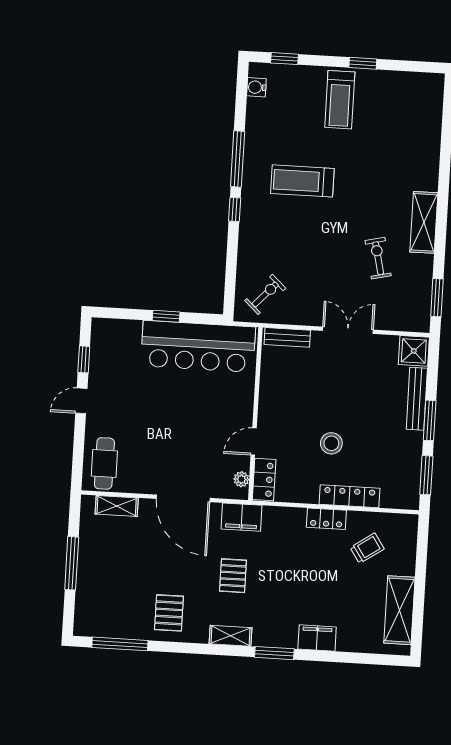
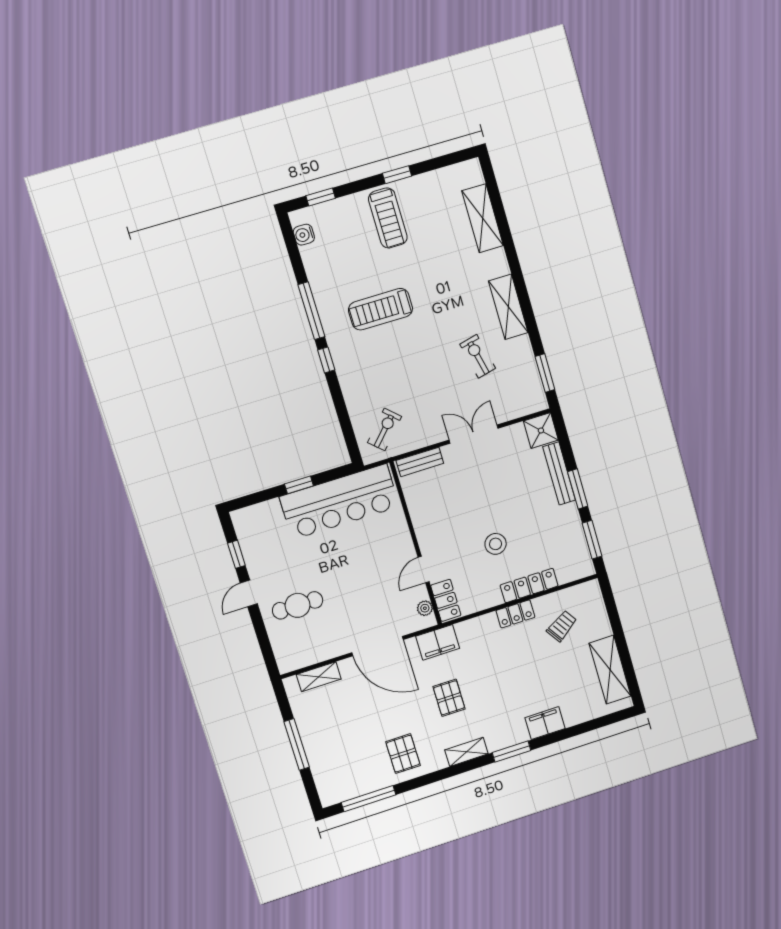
shelving: (429, 131) -> (483, 218), added
cafe table: (104, 463) -> (298, 605), moved, turned 90

